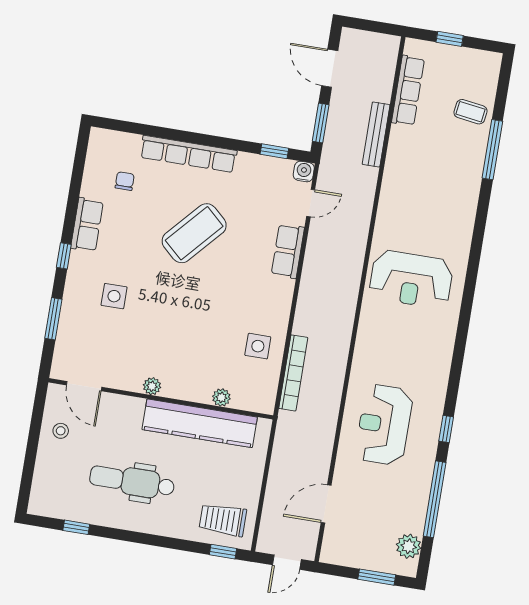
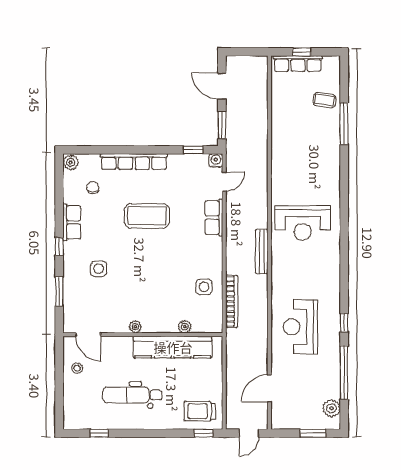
row of seats: (408, 91) -> (298, 64), moved, turned 90
bench: (376, 135) -> (262, 252), moved
plant: (99, 140) -> (71, 162), added
coffee table: (194, 233) -> (147, 216), turned 48

